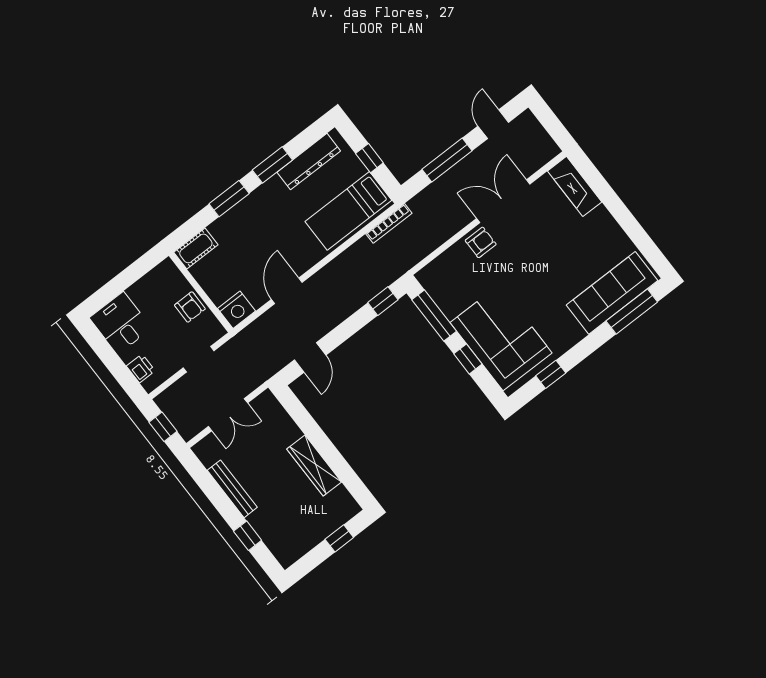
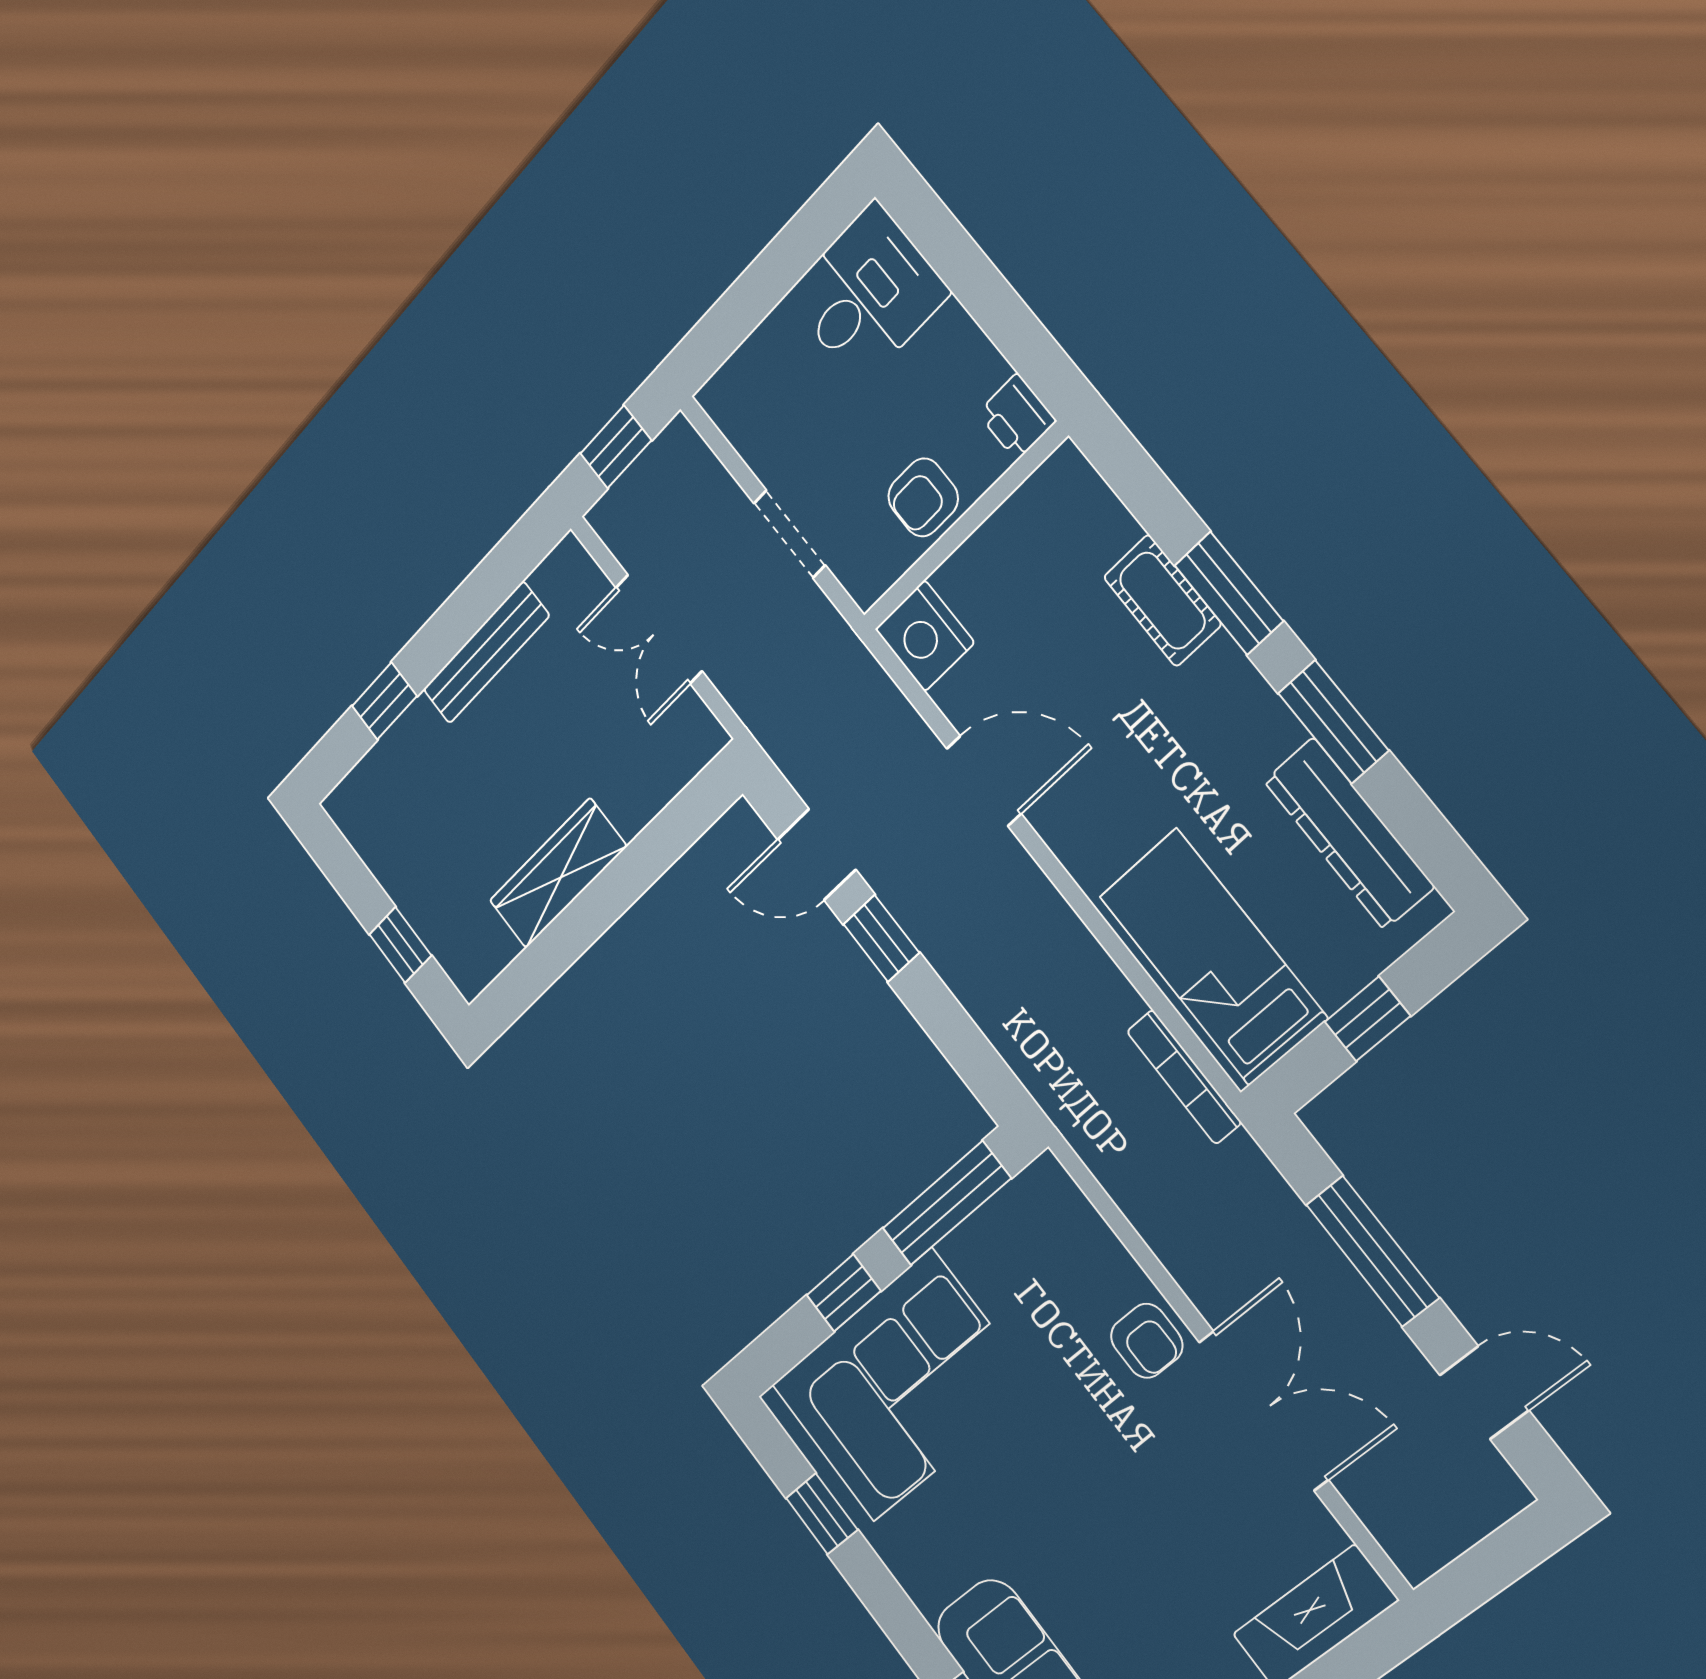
cot: (196, 248) -> (1162, 601), moved
window: (383, 301) -> (881, 938), moved
printer: (141, 368) -> (1017, 417), moved, turned 90

